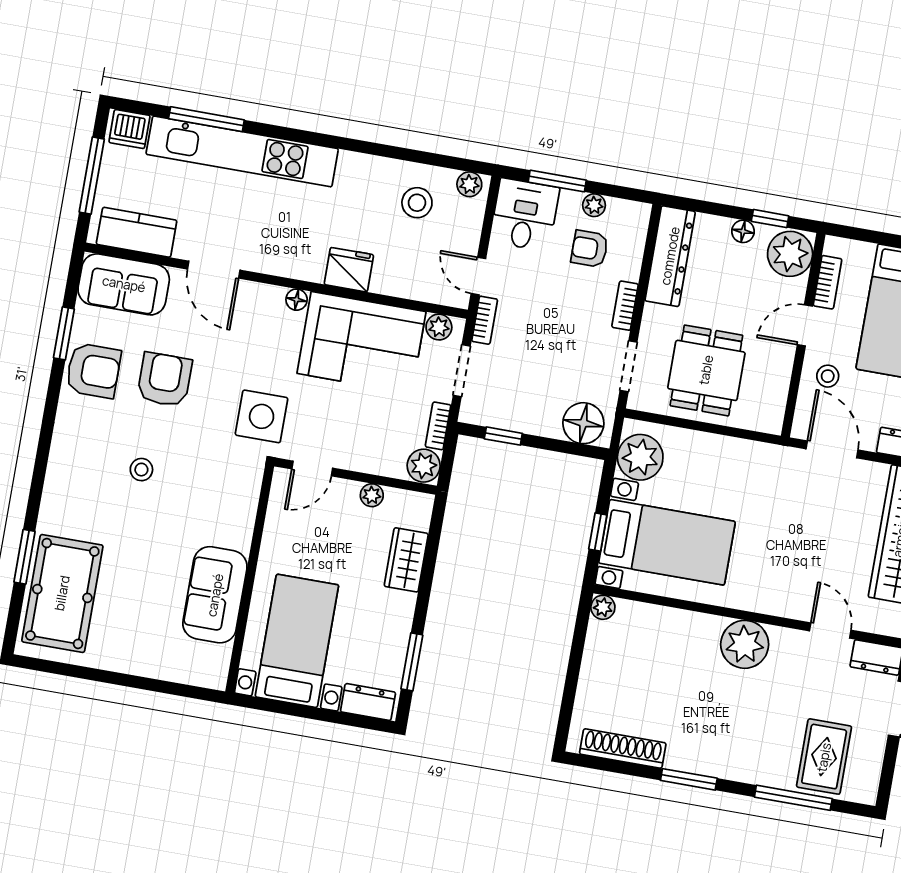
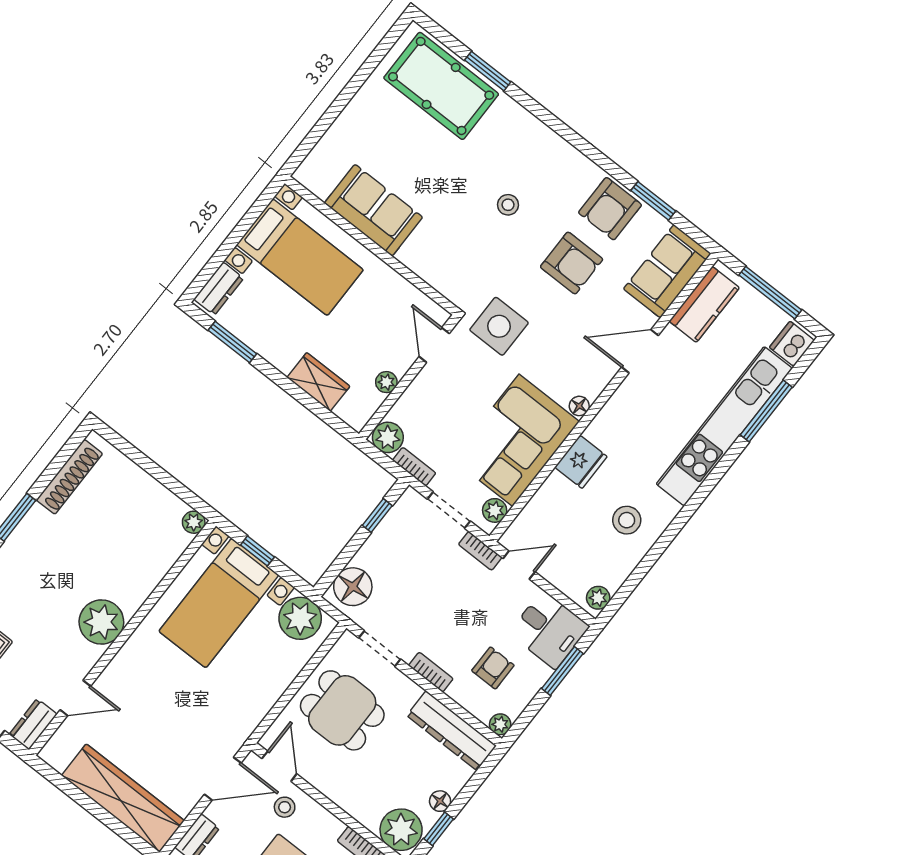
stool: (417, 203) -> (627, 520), moved
plant: (594, 205) -> (500, 724), moved
door: (805, 325) -> (279, 766), moved

